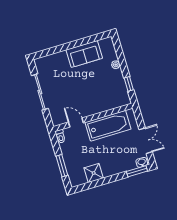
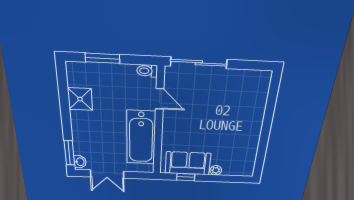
sofa: (84, 54) -> (188, 163), moved, turned 90
sliding door: (40, 92) -> (199, 63), moved
door: (76, 123) -> (160, 99), hinge flipped

